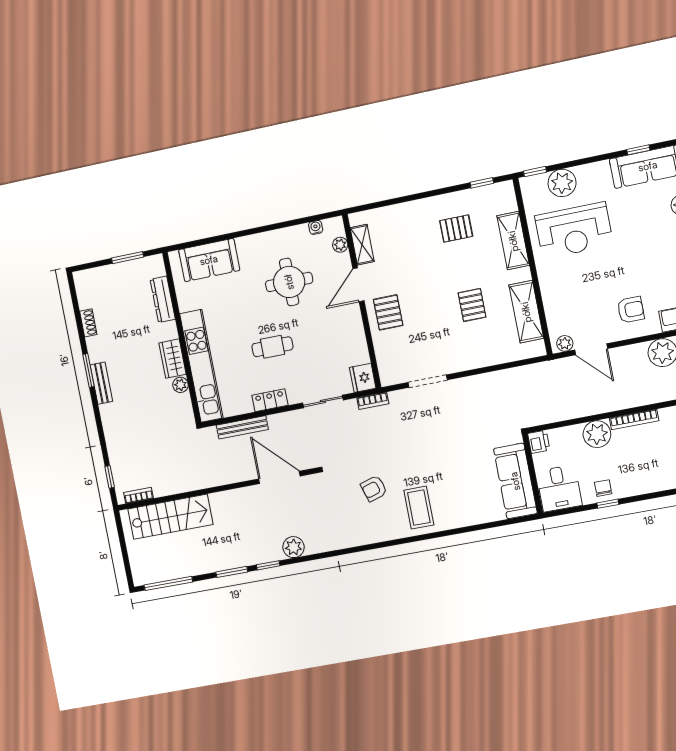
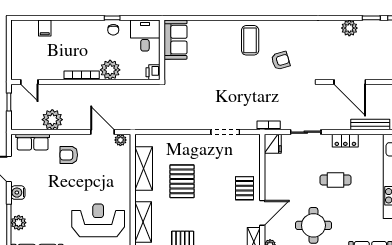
pallet: (472, 305) -> (182, 181), width x1.50, depth x1.42
sofa: (515, 481) -> (176, 40), width x0.73

